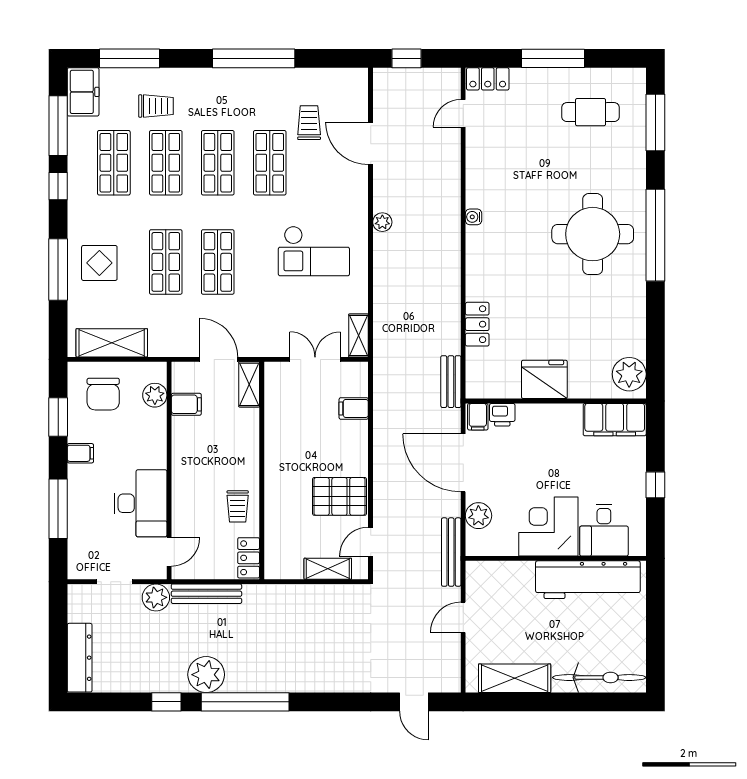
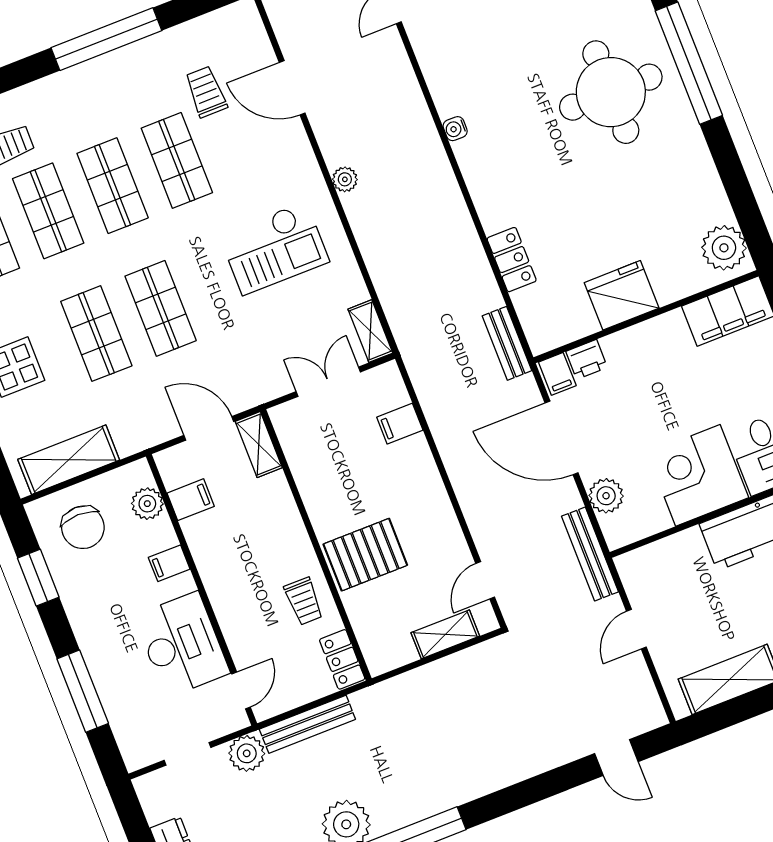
filing cabinet: (80, 453) -> (169, 563), moved, turned 180
pallet: (339, 496) -> (365, 555), moved

